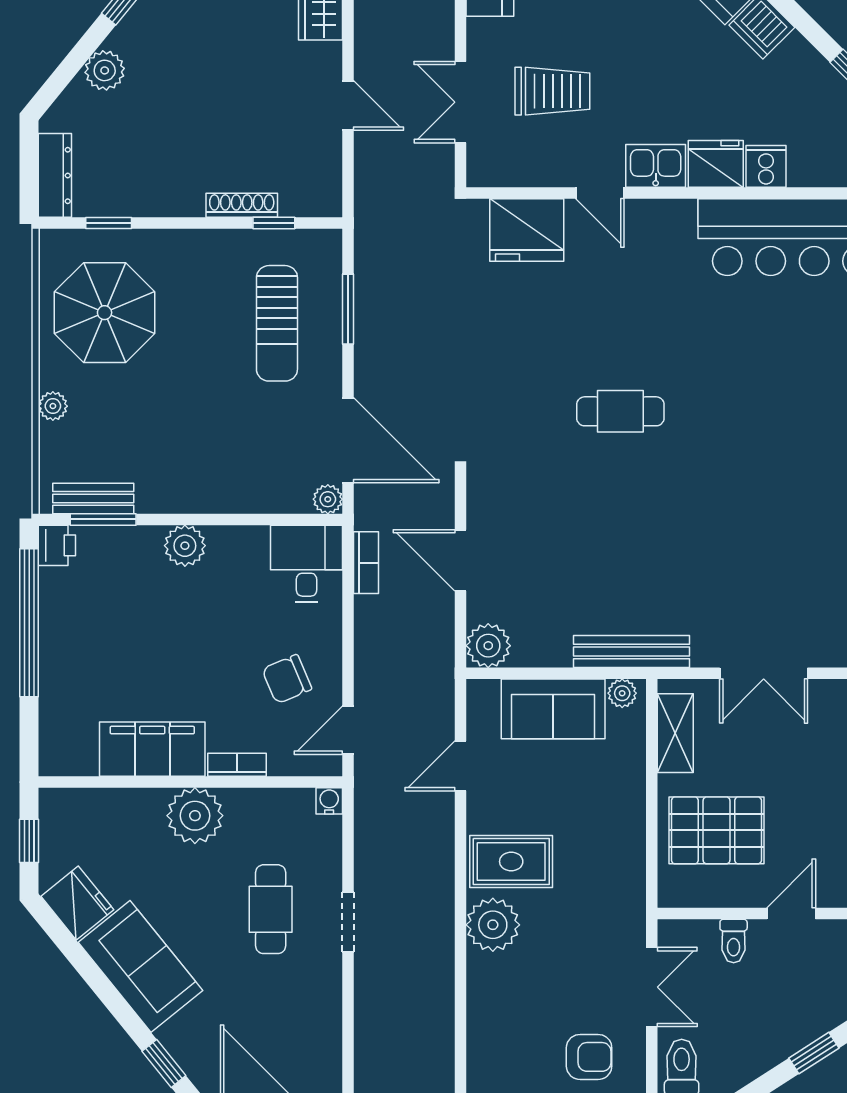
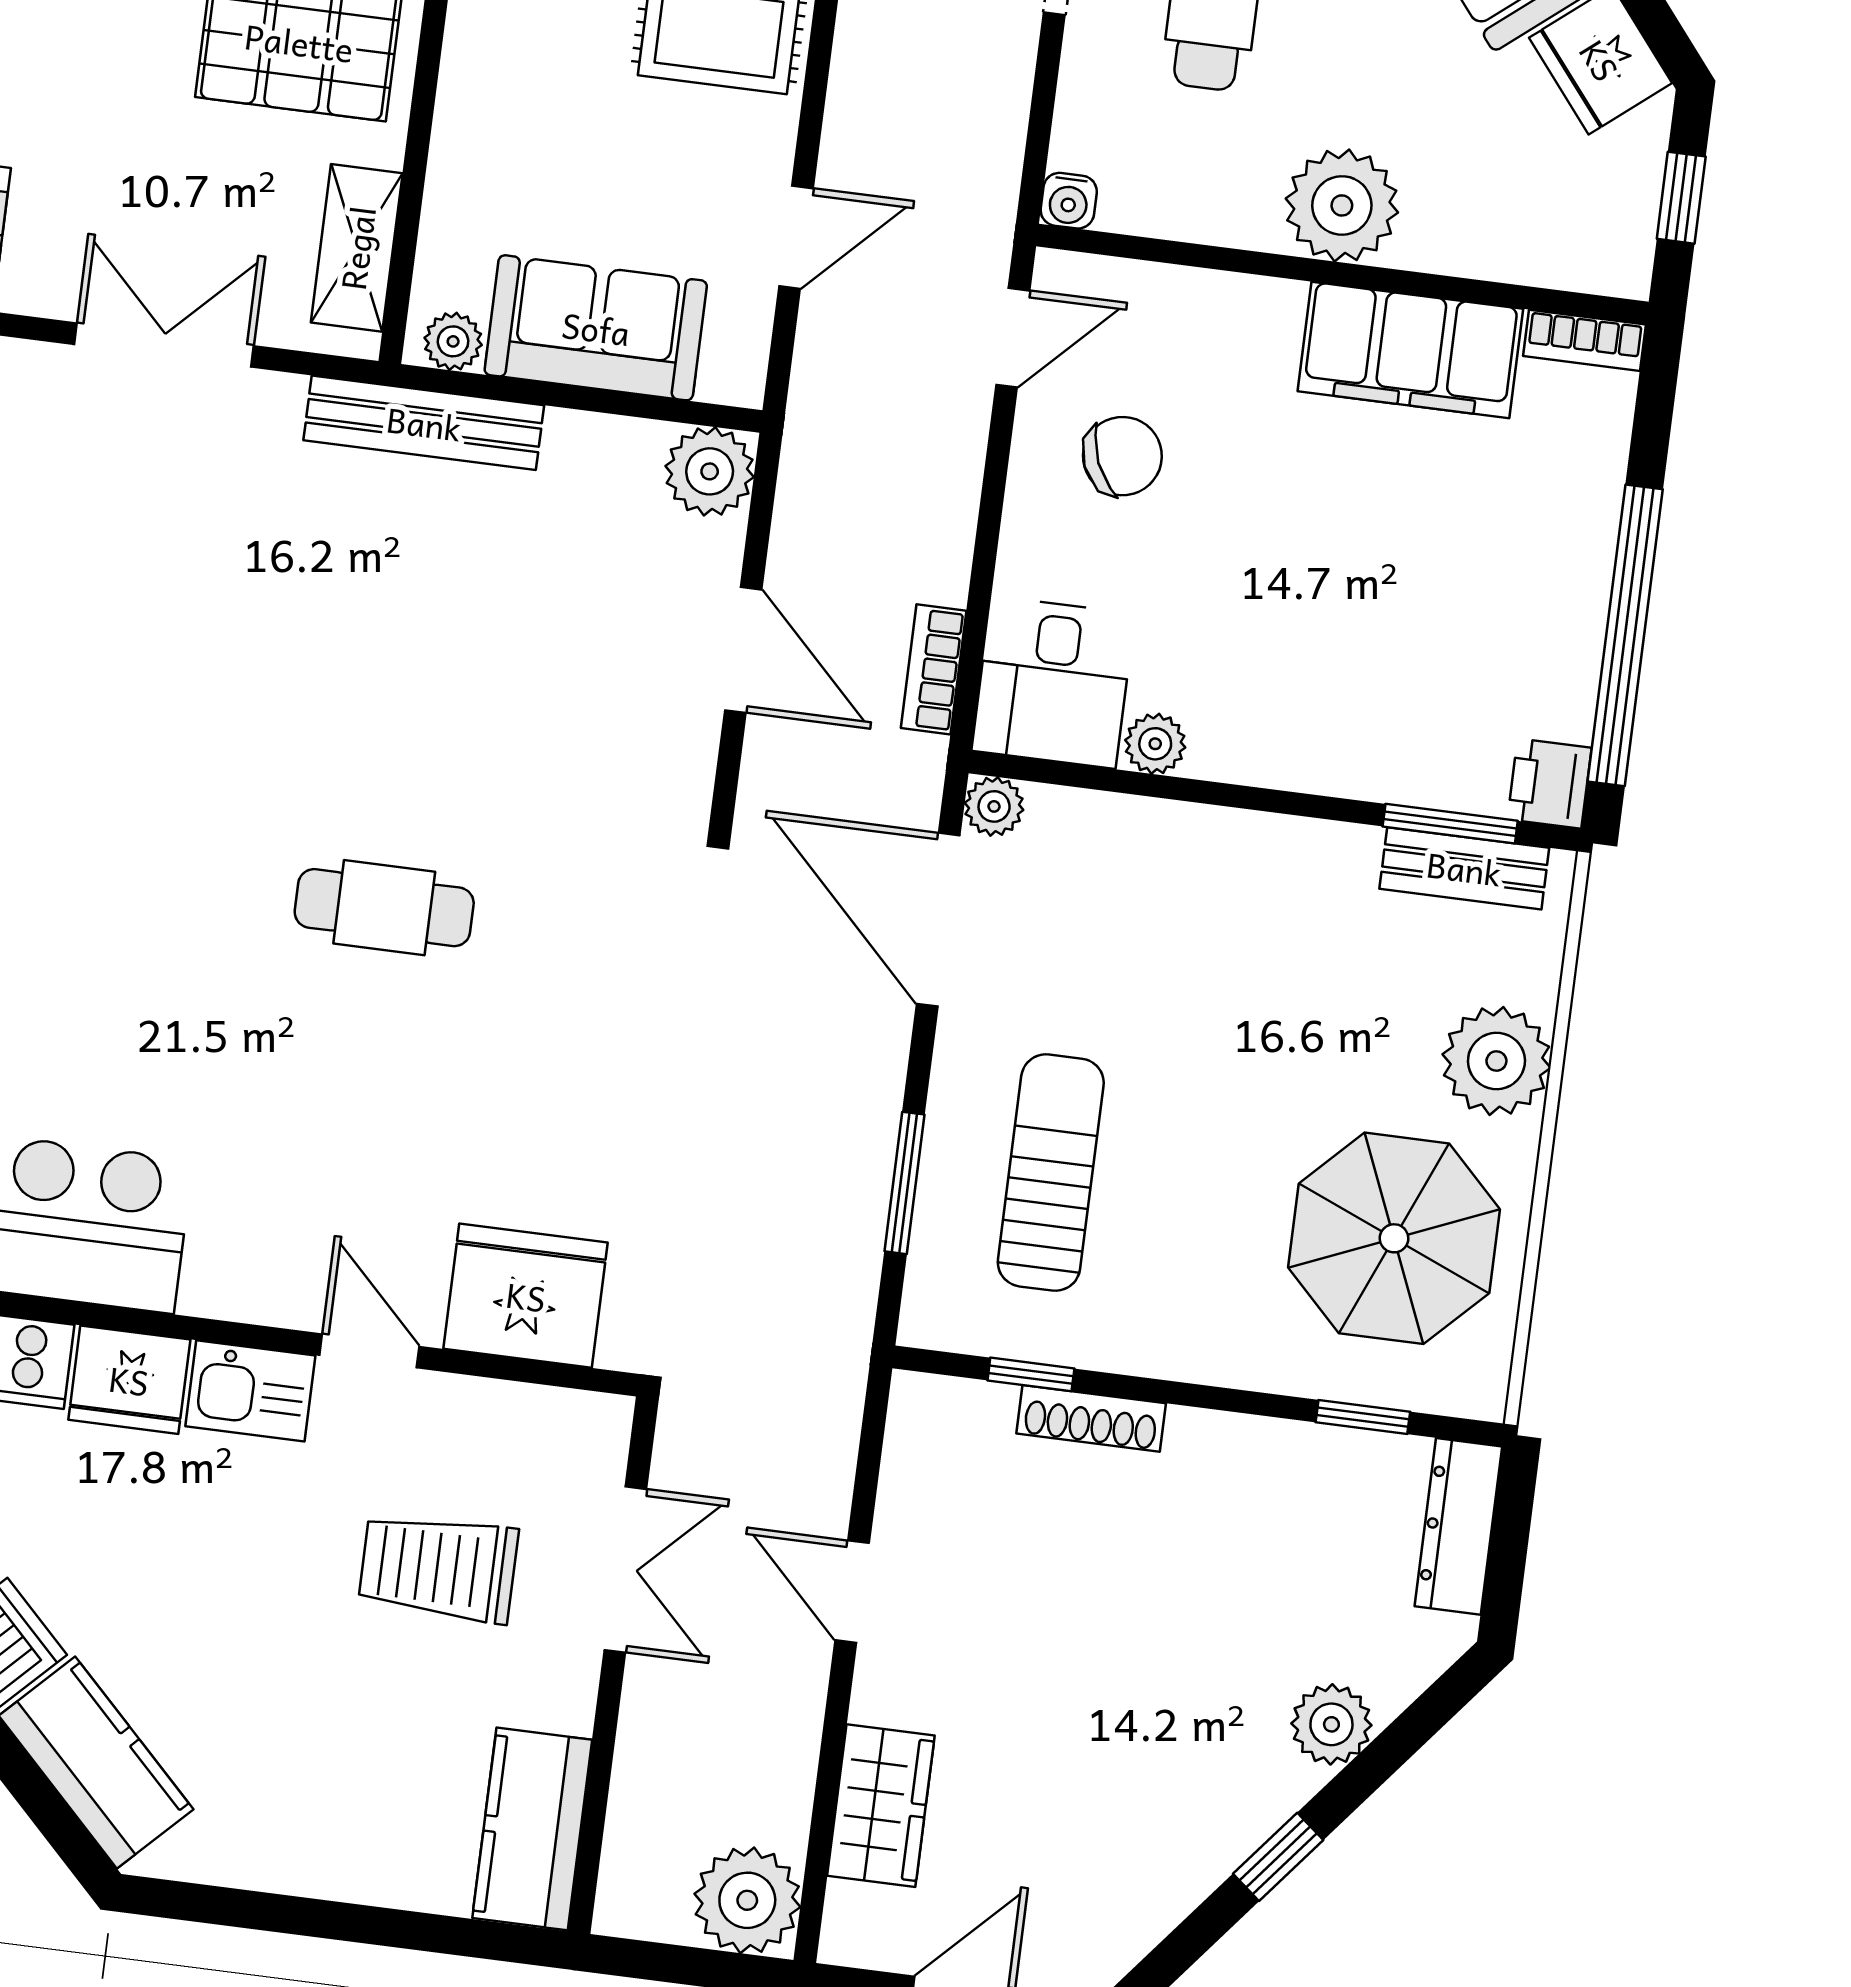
plant: (53, 406) -> (1496, 1061), width x1.88, depth x1.88
plant: (185, 546) -> (1155, 744), moved, width x0.73, depth x0.73
bookcase: (237, 765) -> (1585, 340), moved

